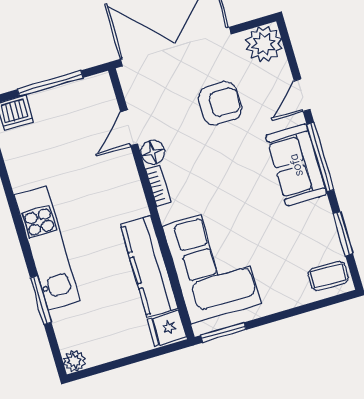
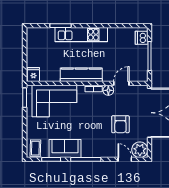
door: (302, 95) -> (125, 159), moved
door: (129, 128) -> (121, 83), hinge flipped
sofa: (296, 165) -> (65, 148), moved
kitchen counter: (149, 266) -> (81, 75), moved
plant: (74, 361) -> (31, 32), removed

